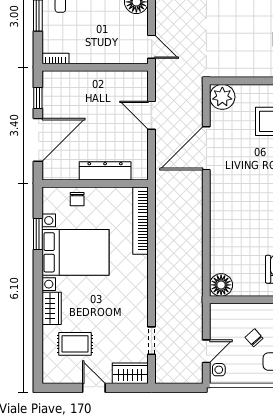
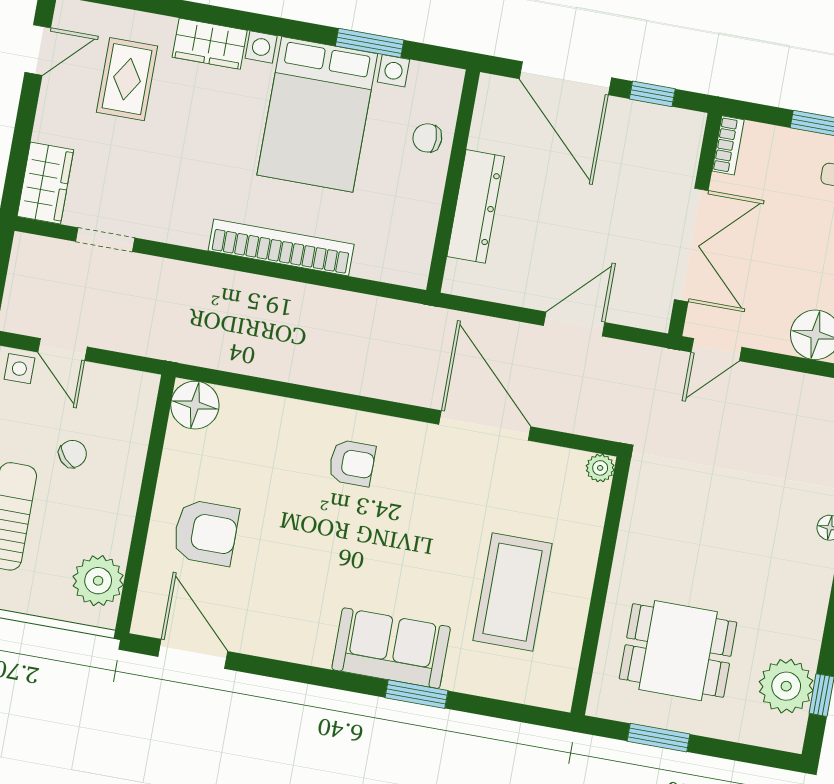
double door: (105, 67) -> (691, 245), added
plant: (222, 97) -> (600, 468), width x0.53, depth x0.53
armchair: (235, 207) -> (352, 463), added
bookcase: (140, 221) -> (281, 247), moved
door: (94, 388) -> (38, 50), moved

